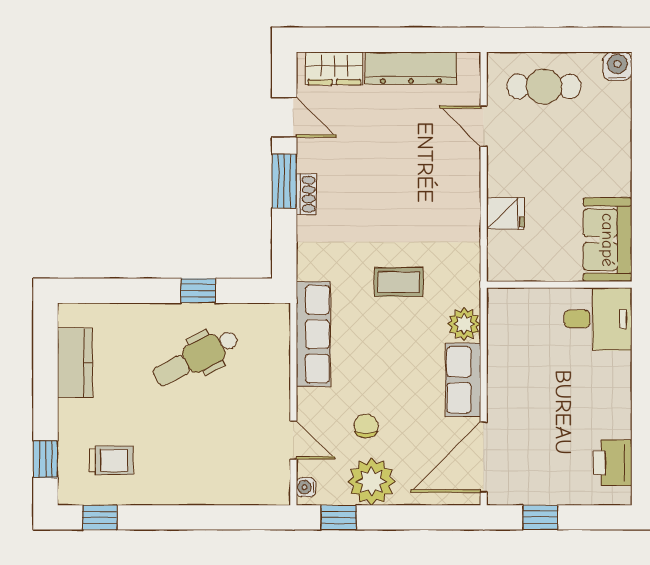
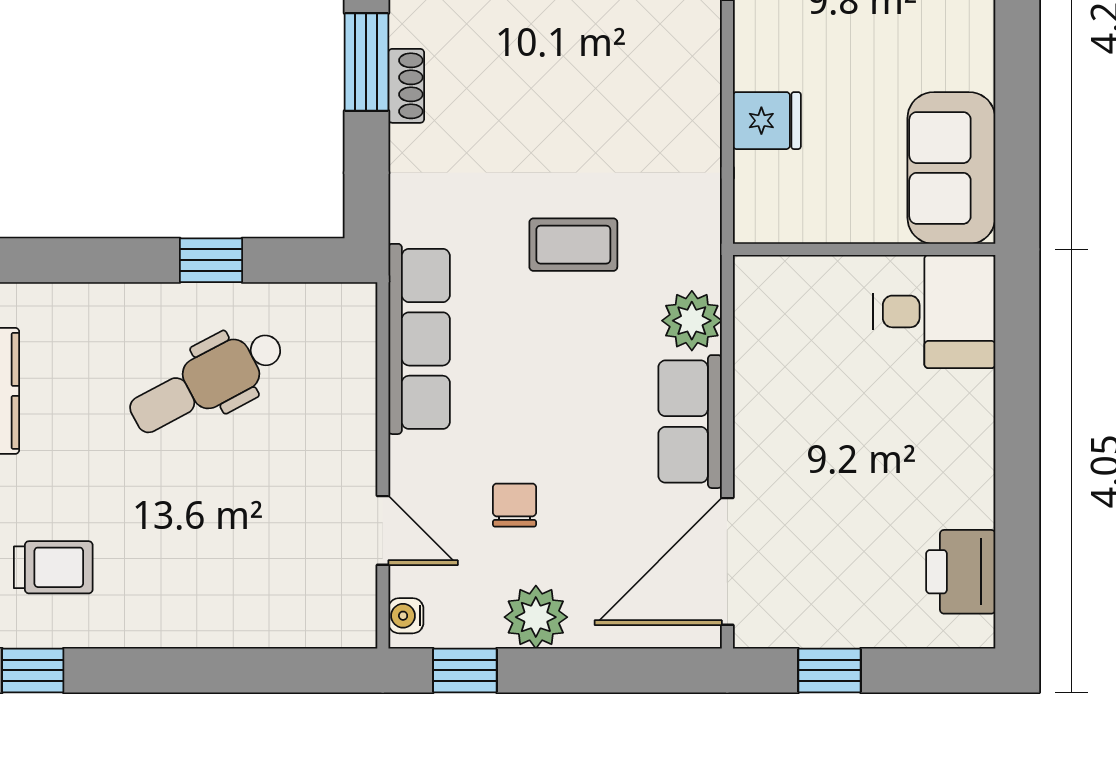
plant: (372, 482) -> (536, 617), width x0.73, depth x0.73

